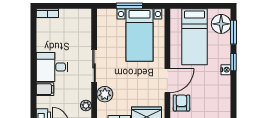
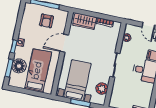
floor lamp: (221, 24) -> (19, 66), moved
plant: (105, 94) -> (102, 89), moved
armchair: (181, 103) -> (47, 21), moved

